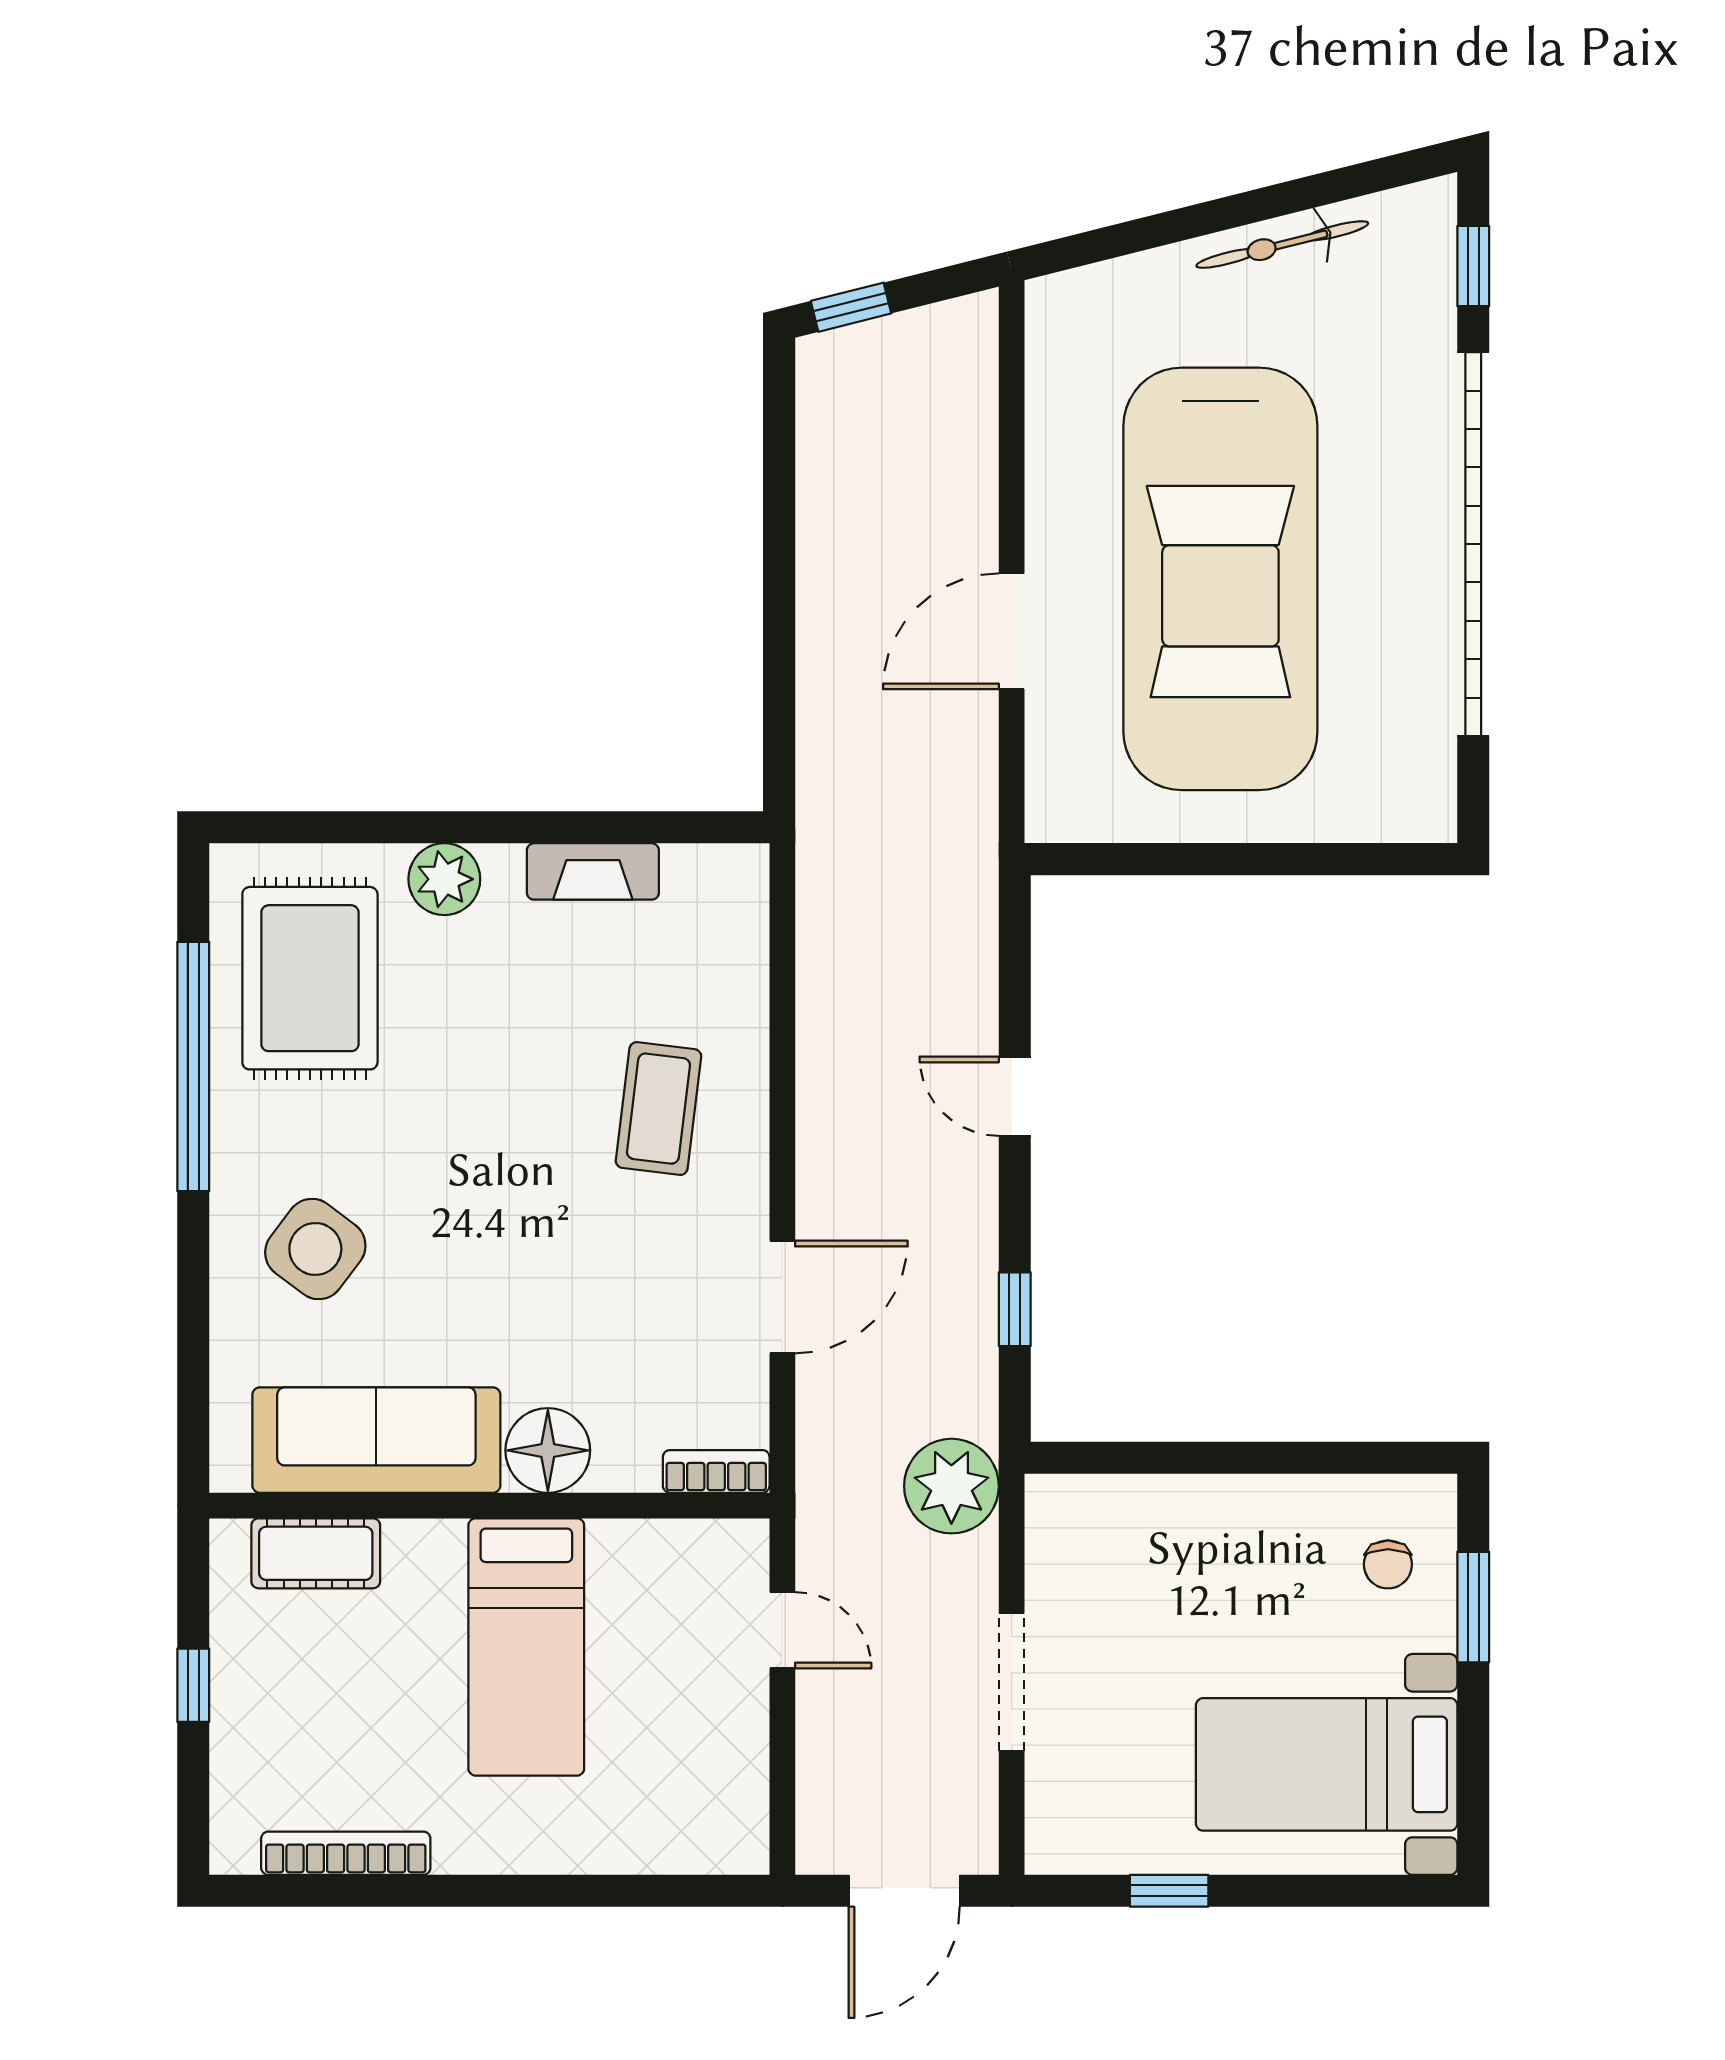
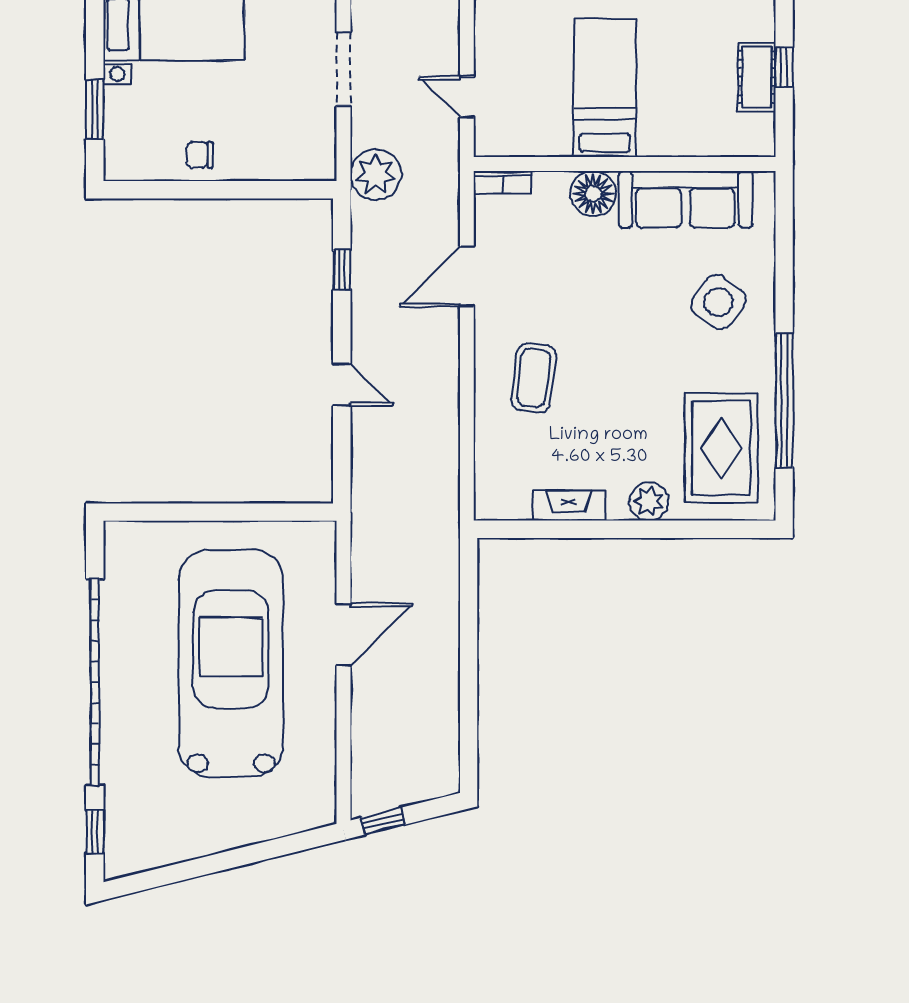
bicycle: (1282, 245) -> (198, 843), removed
window: (851, 307) -> (383, 821), moved
cot: (316, 1553) -> (757, 77), moved, turned 90
chair: (1388, 1564) -> (200, 155), moved, turned -90

